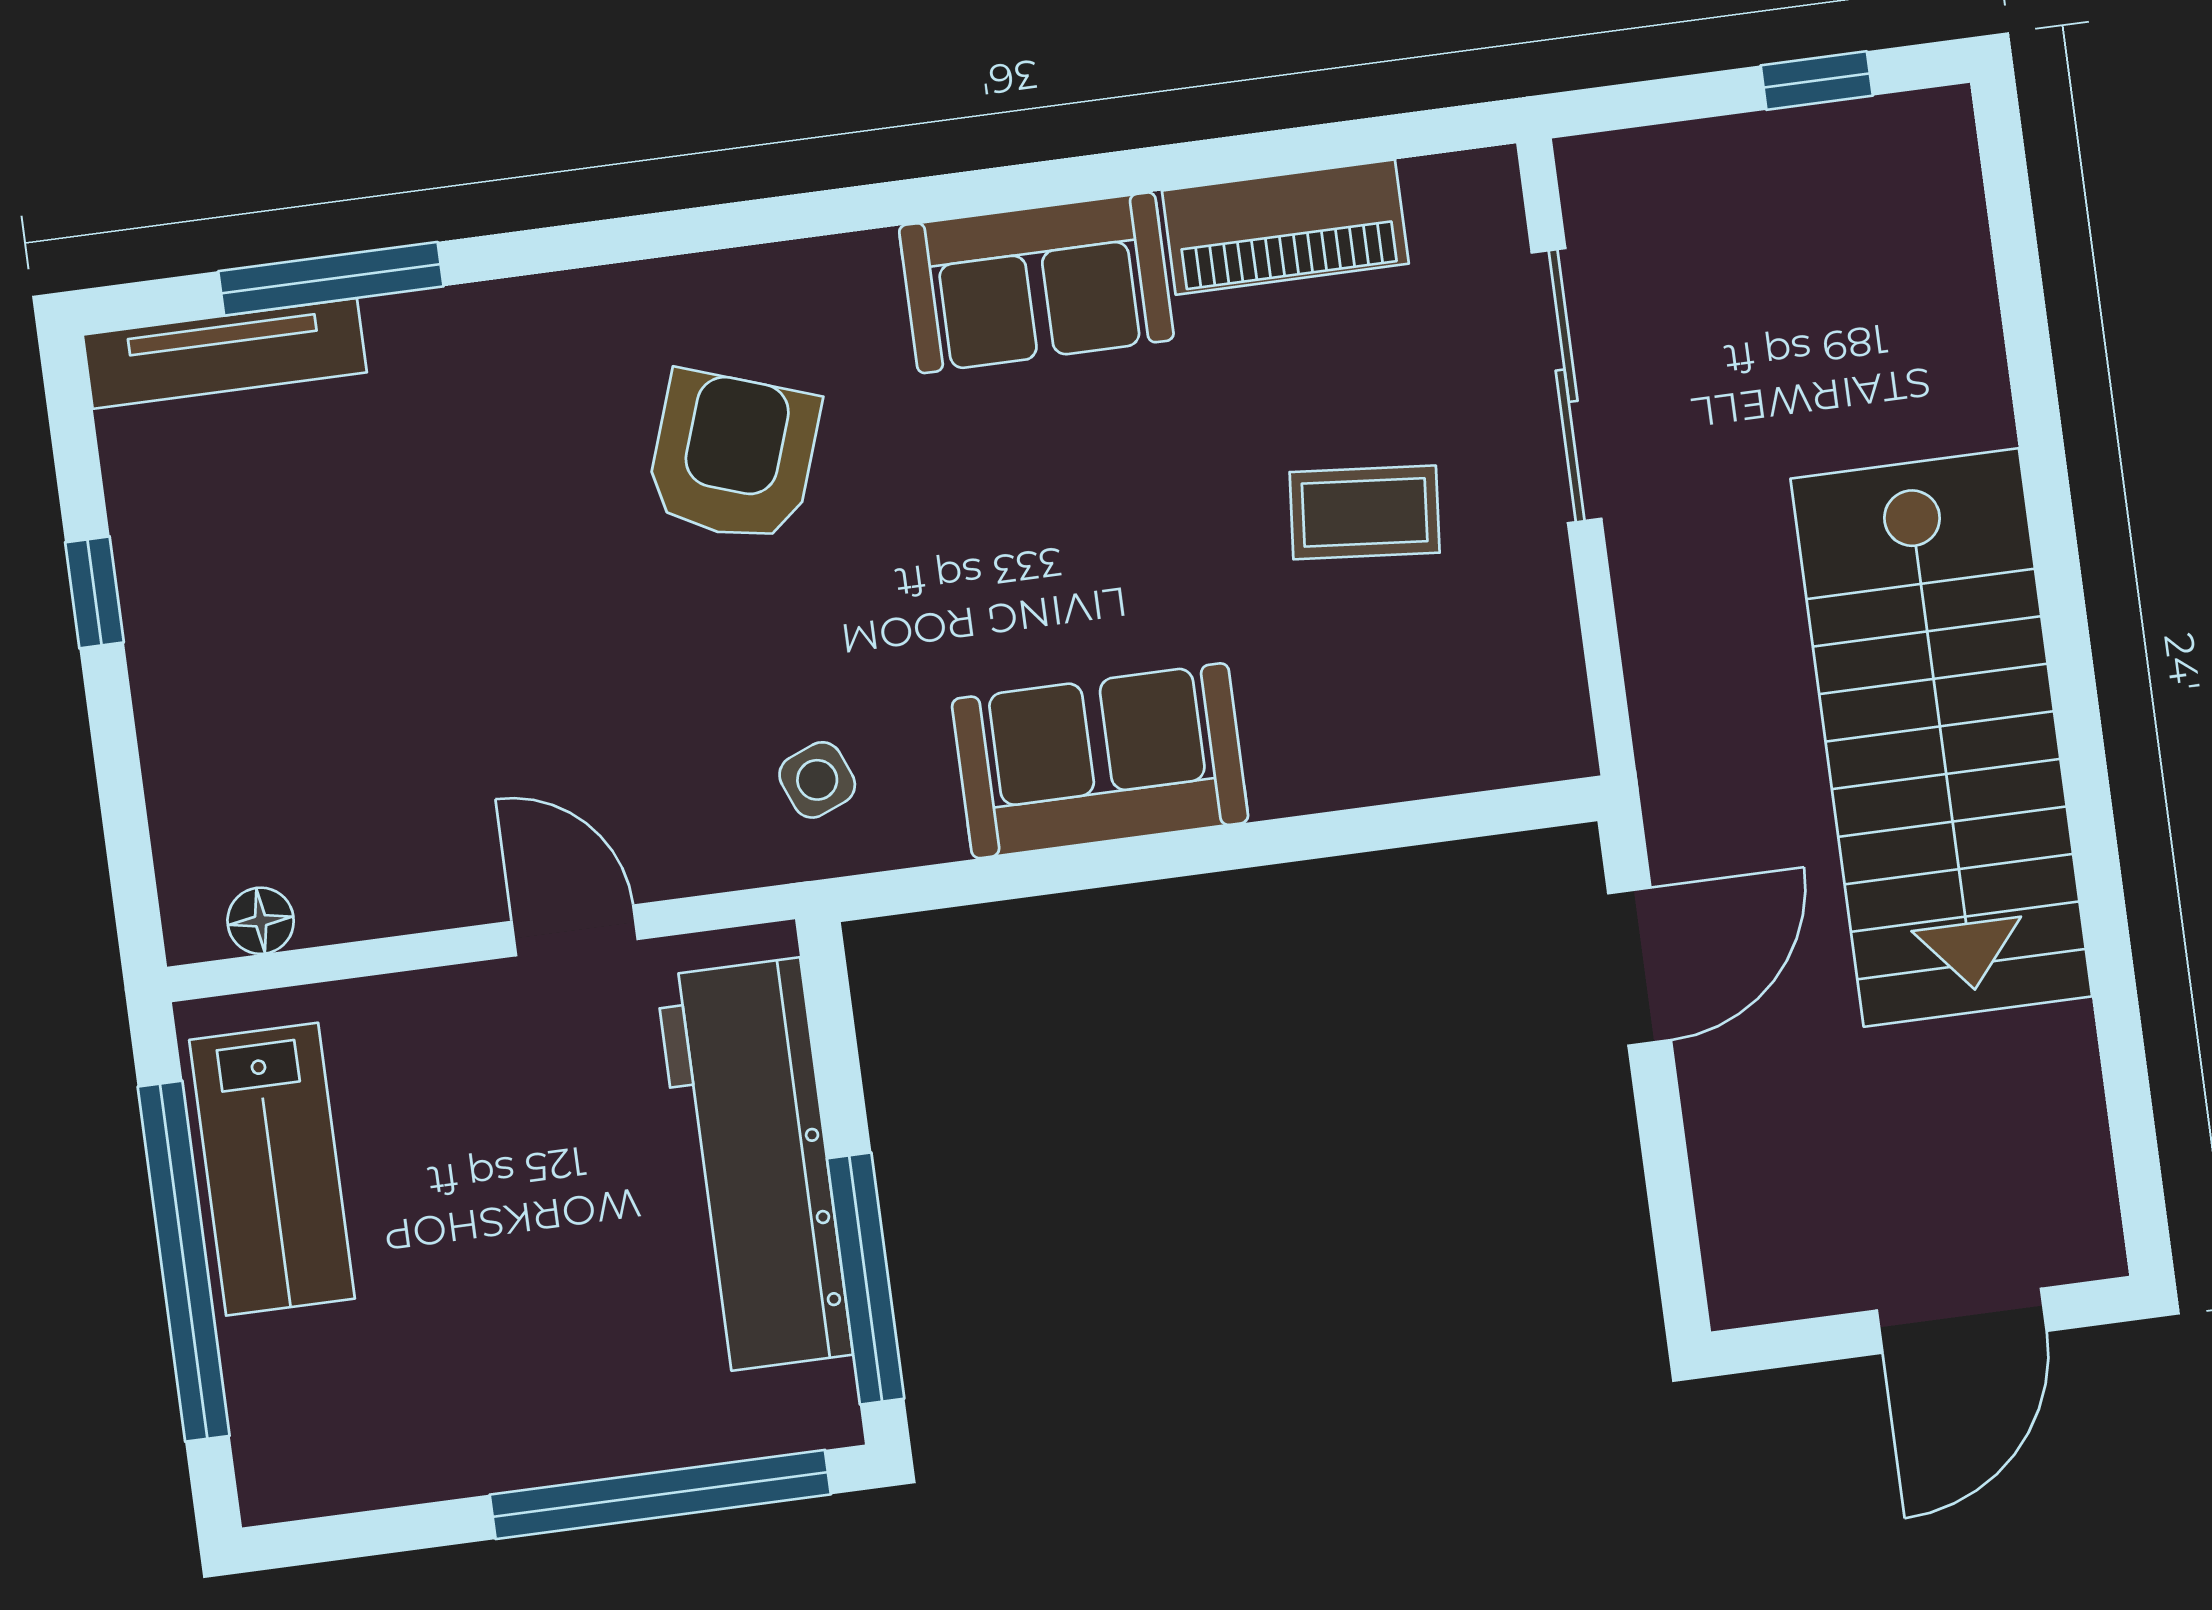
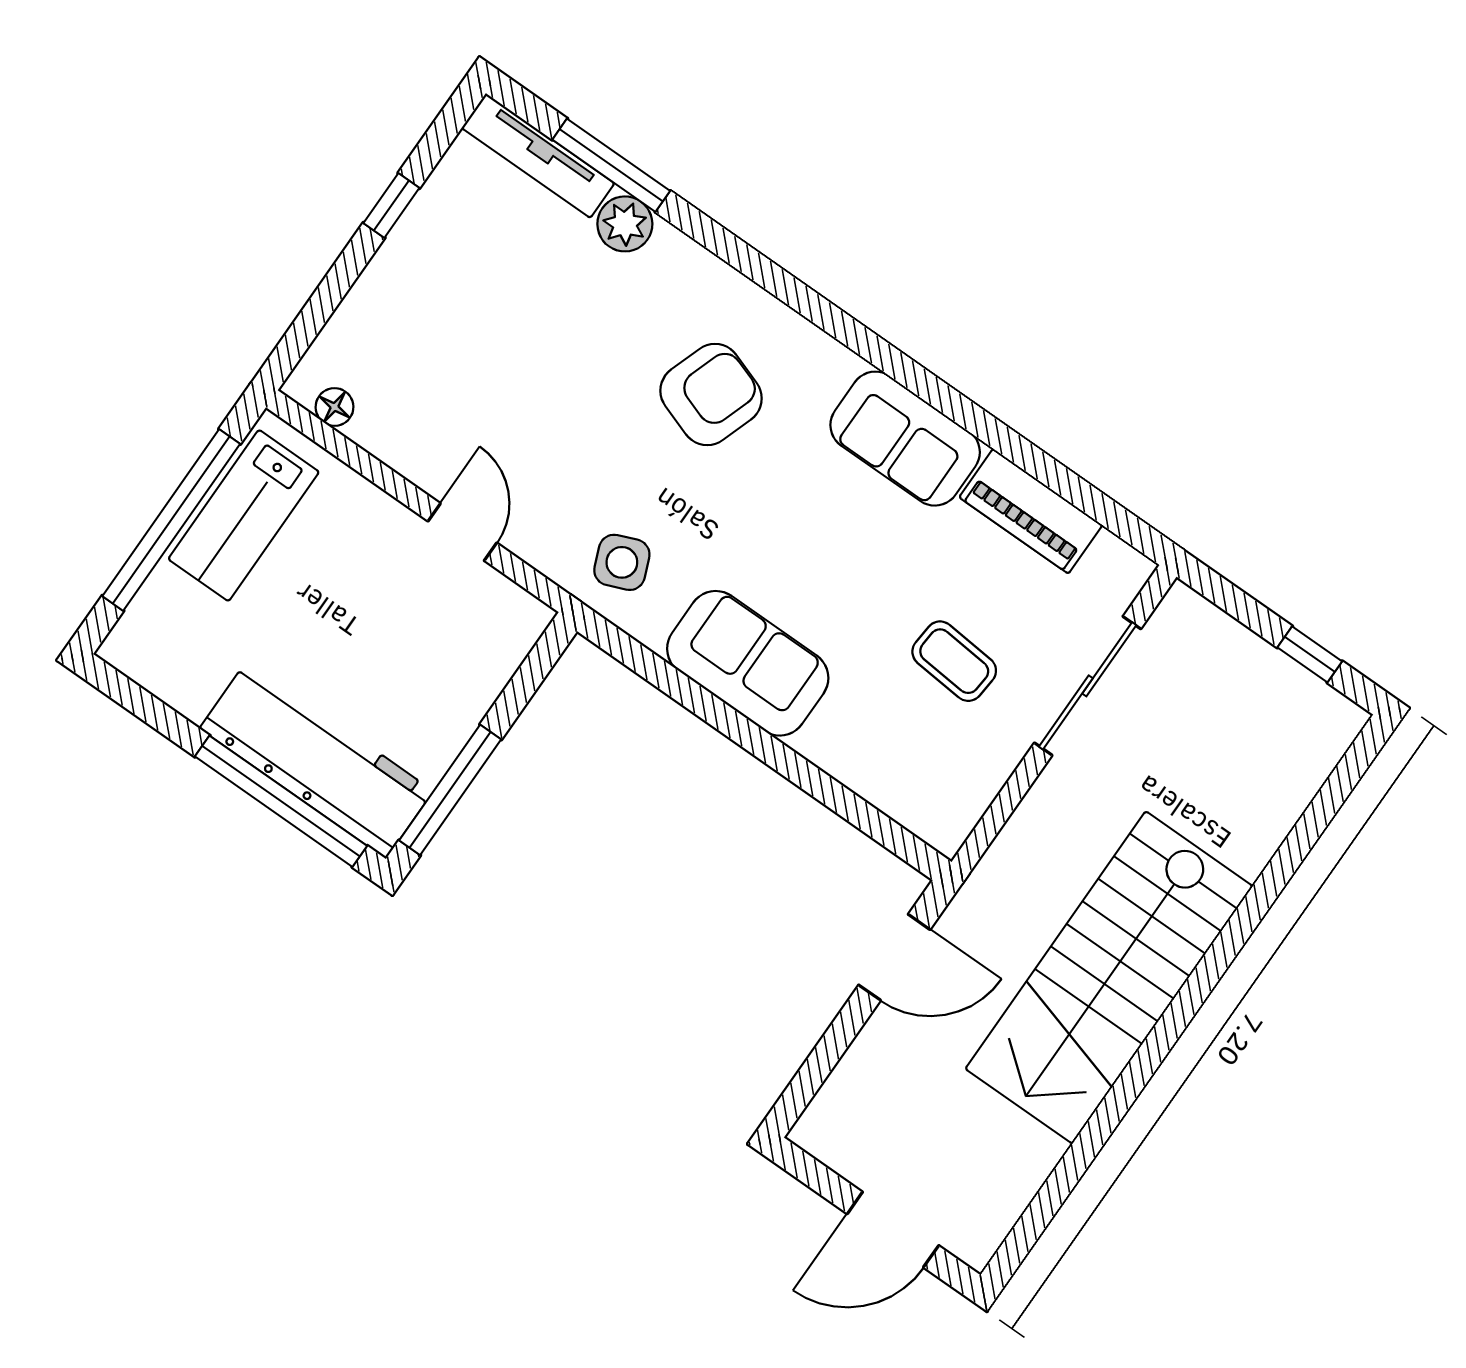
plant: (418, 339) -> (625, 224), added
side table: (817, 780) -> (622, 562), width x1.37, depth x1.37
workbench: (754, 1166) -> (316, 760), moved, turned 90

